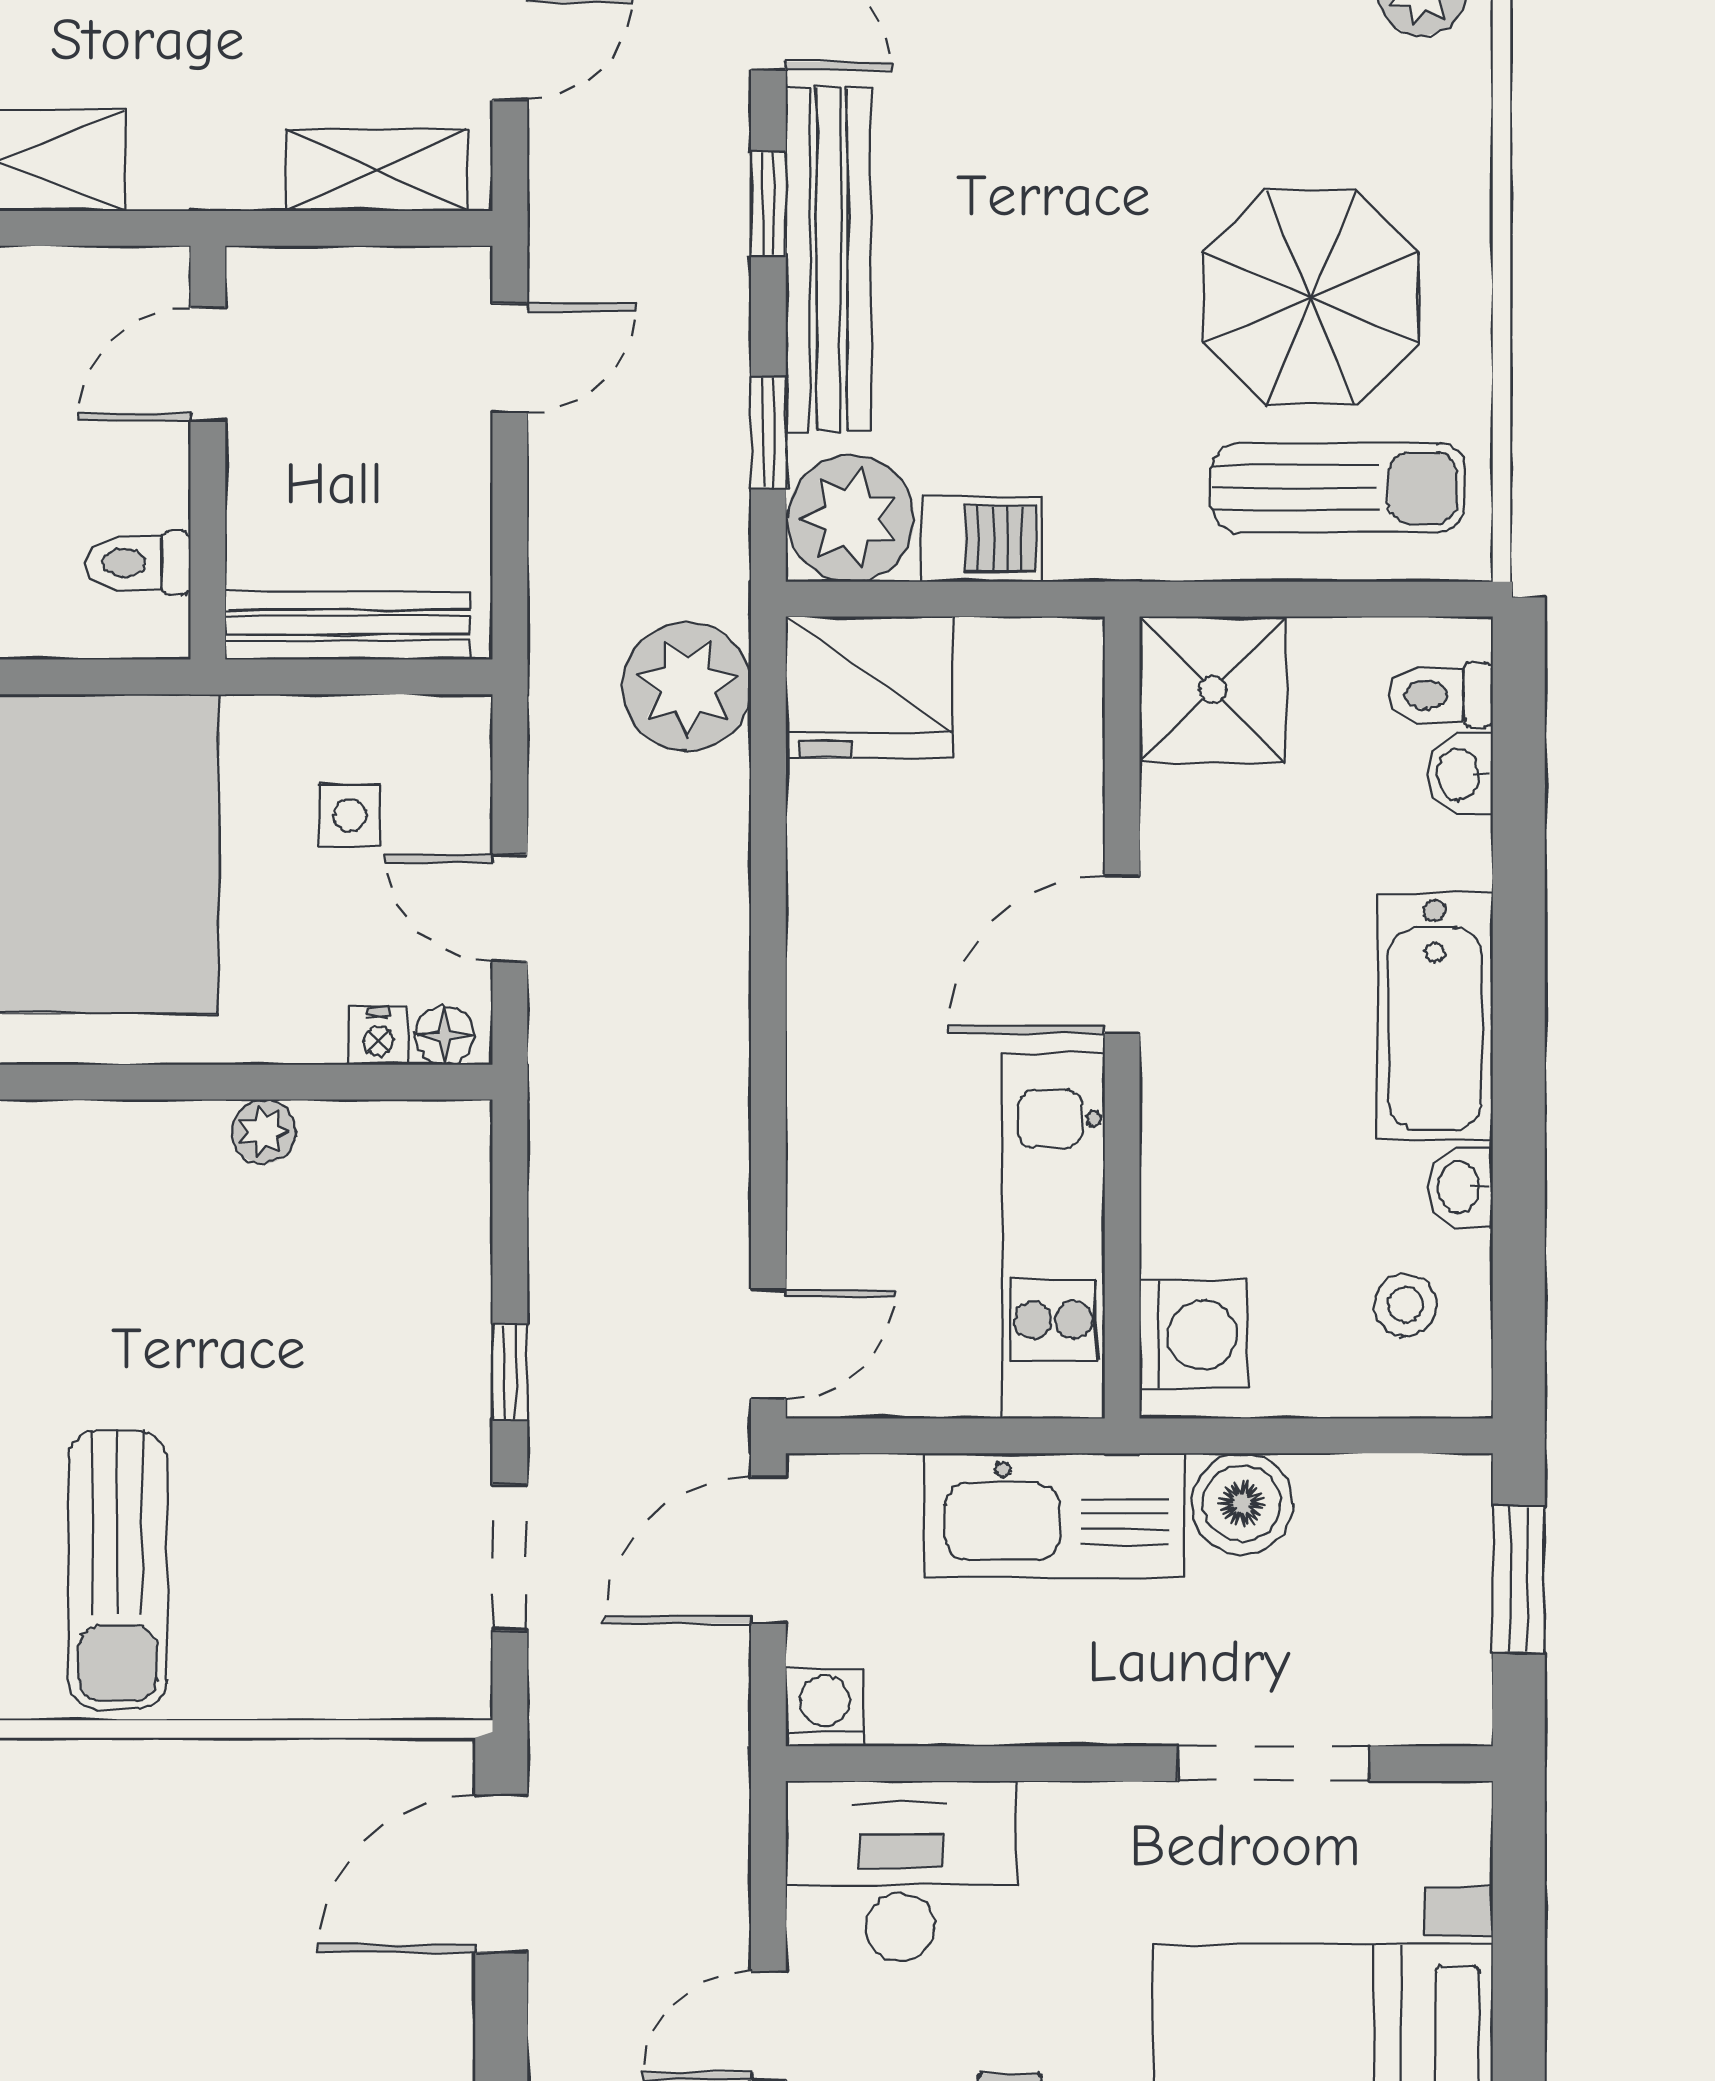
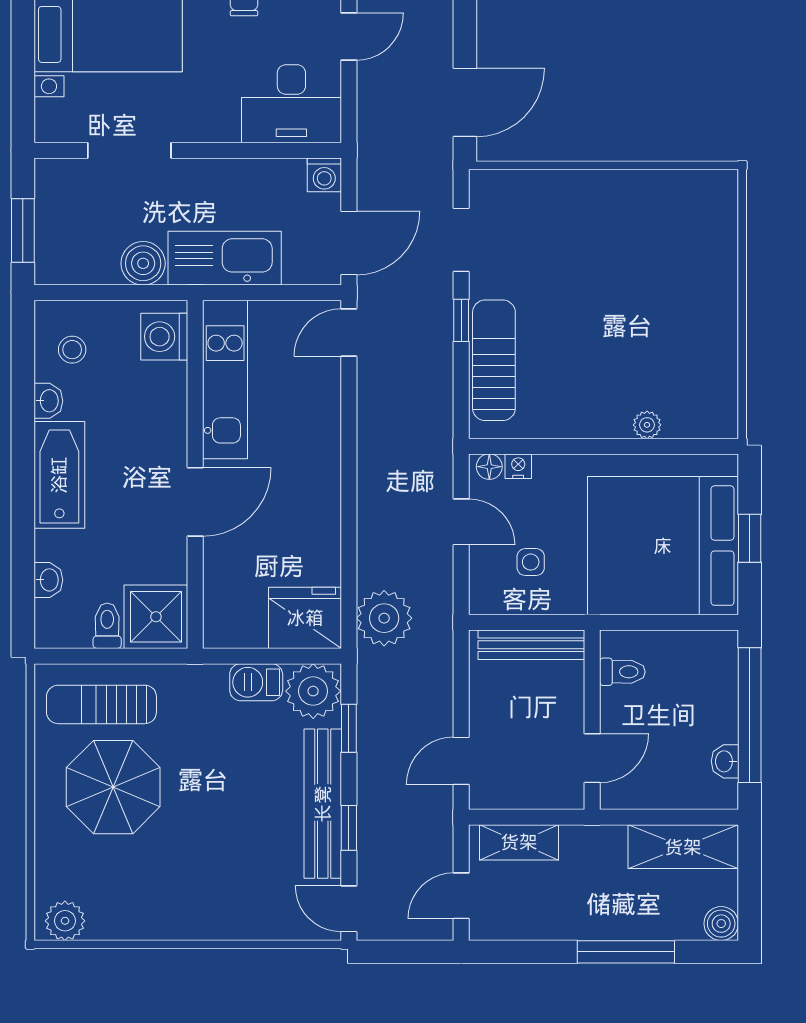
toilet: (1440, 695) -> (107, 626), moved, turned -90
plant: (264, 1132) -> (647, 425), moved
sun lounger: (117, 1570) -> (494, 360), moved

